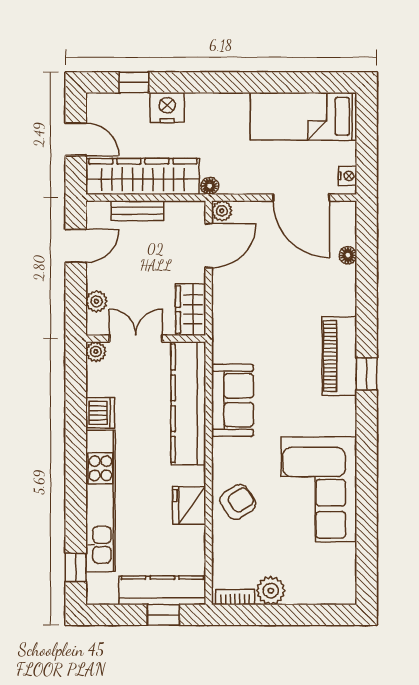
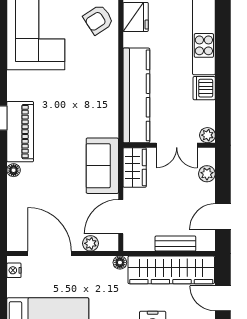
plant: (222, 211) -> (91, 243), moved
floor lamp: (348, 255) -> (14, 170), moved
sofa: (232, 400) -> (102, 166), moved

